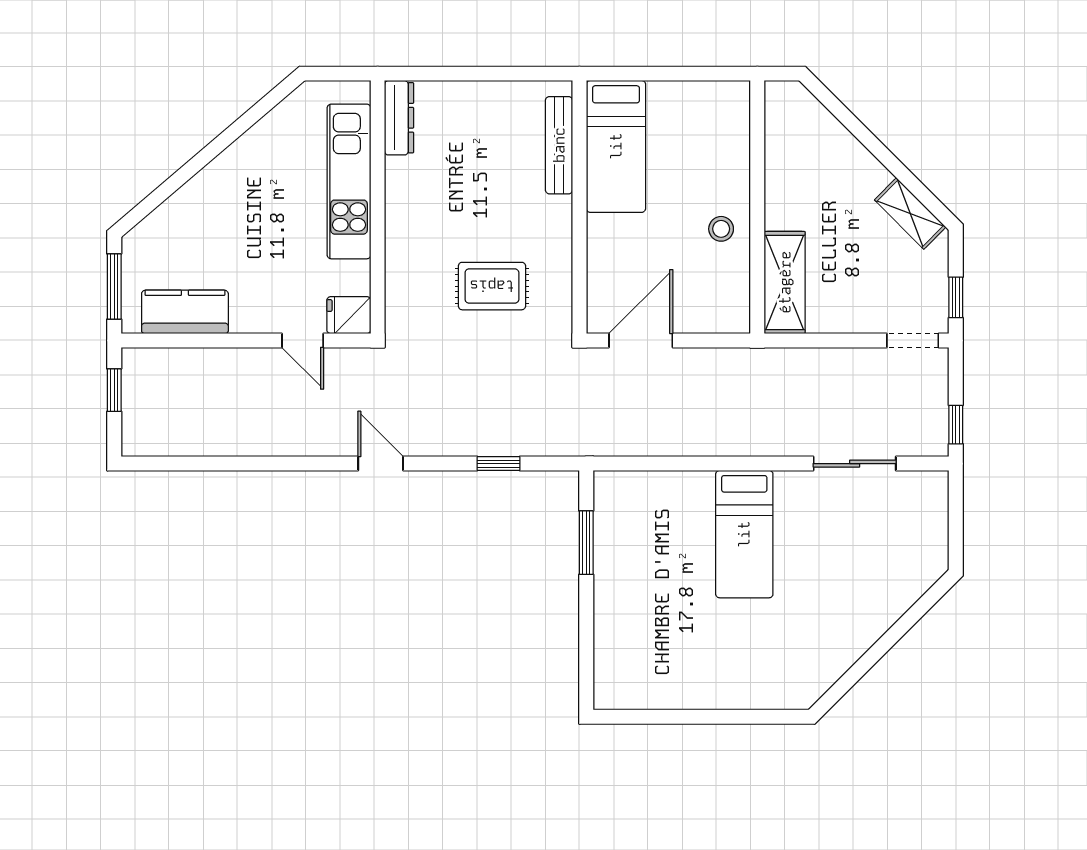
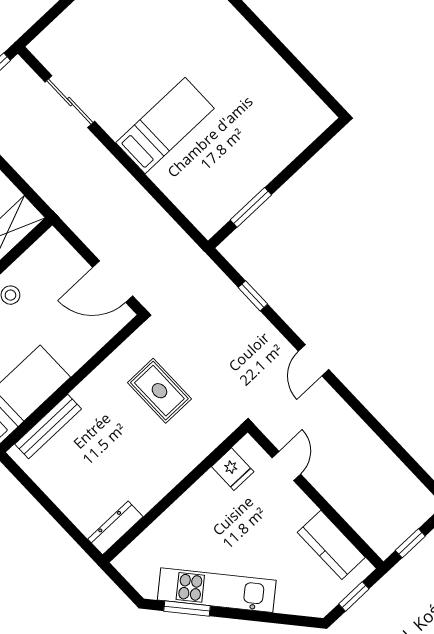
window: (255, 113) -> (187, 609), added
kitchen unit: (349, 181) -> (217, 590), moved, turned -131
window: (114, 287) -> (354, 596), width x0.67
fridge: (349, 315) -> (233, 469), moved

